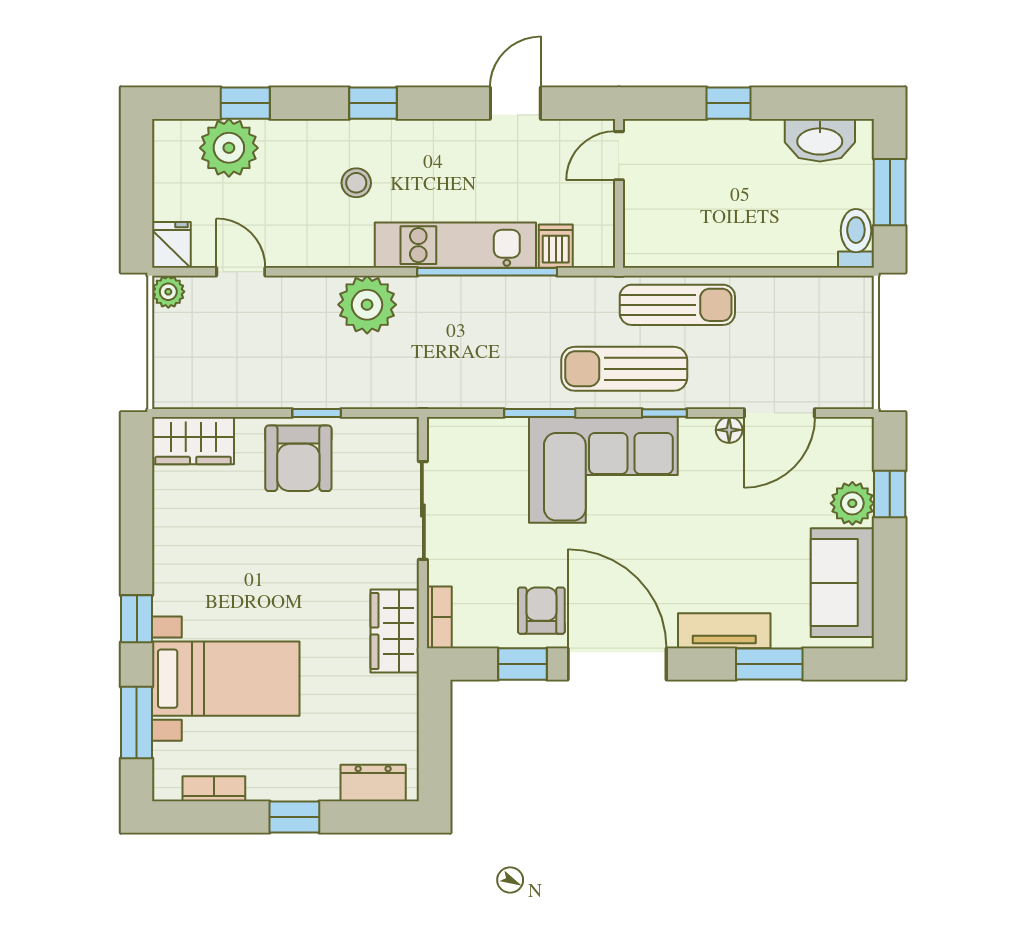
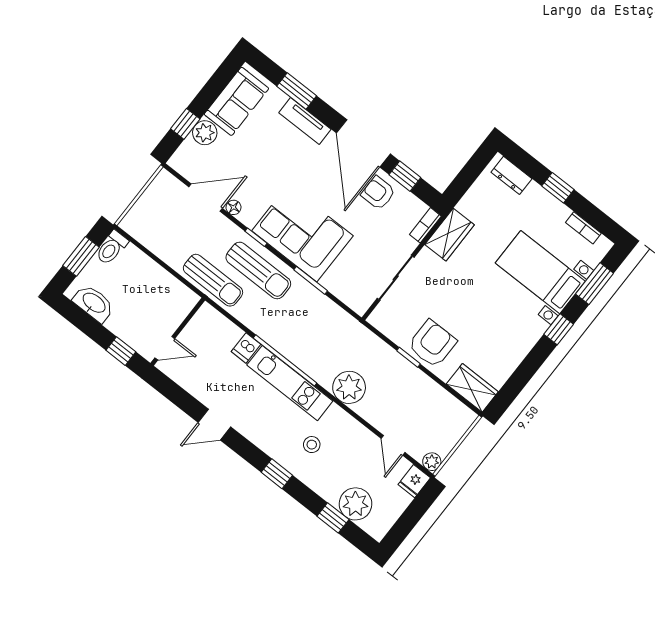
door: (619, 156) -> (165, 348), moved
wall: (619, 193) -> (178, 332), moved
sun lounger: (677, 305) -> (213, 280), turned 180
armchair: (541, 611) -> (378, 193), turned 90

